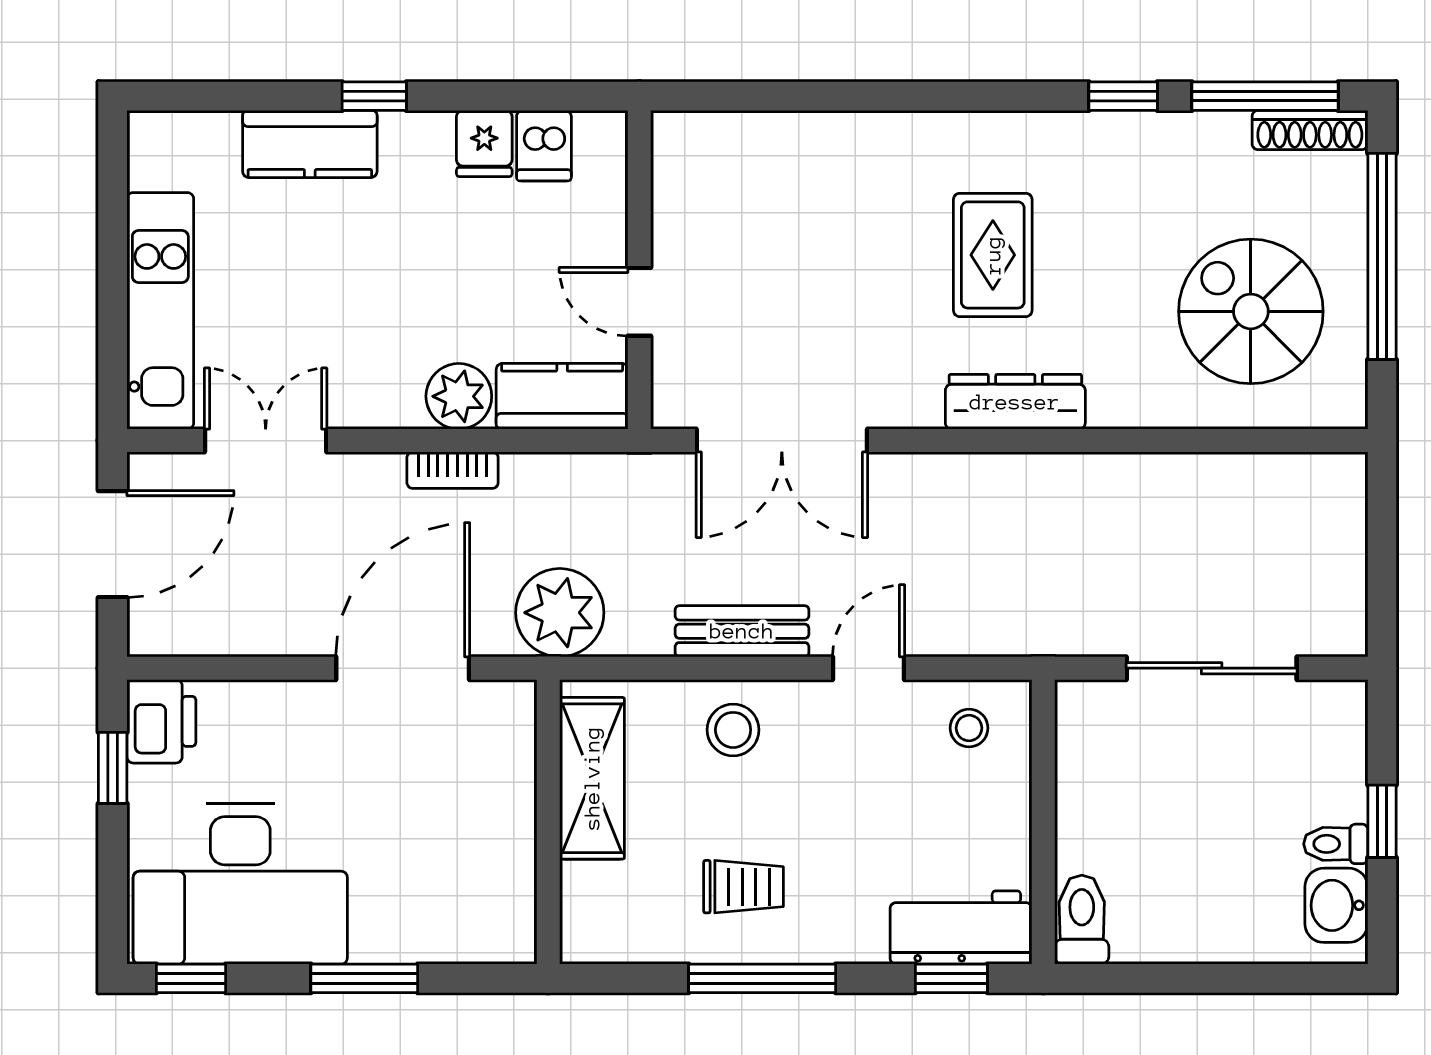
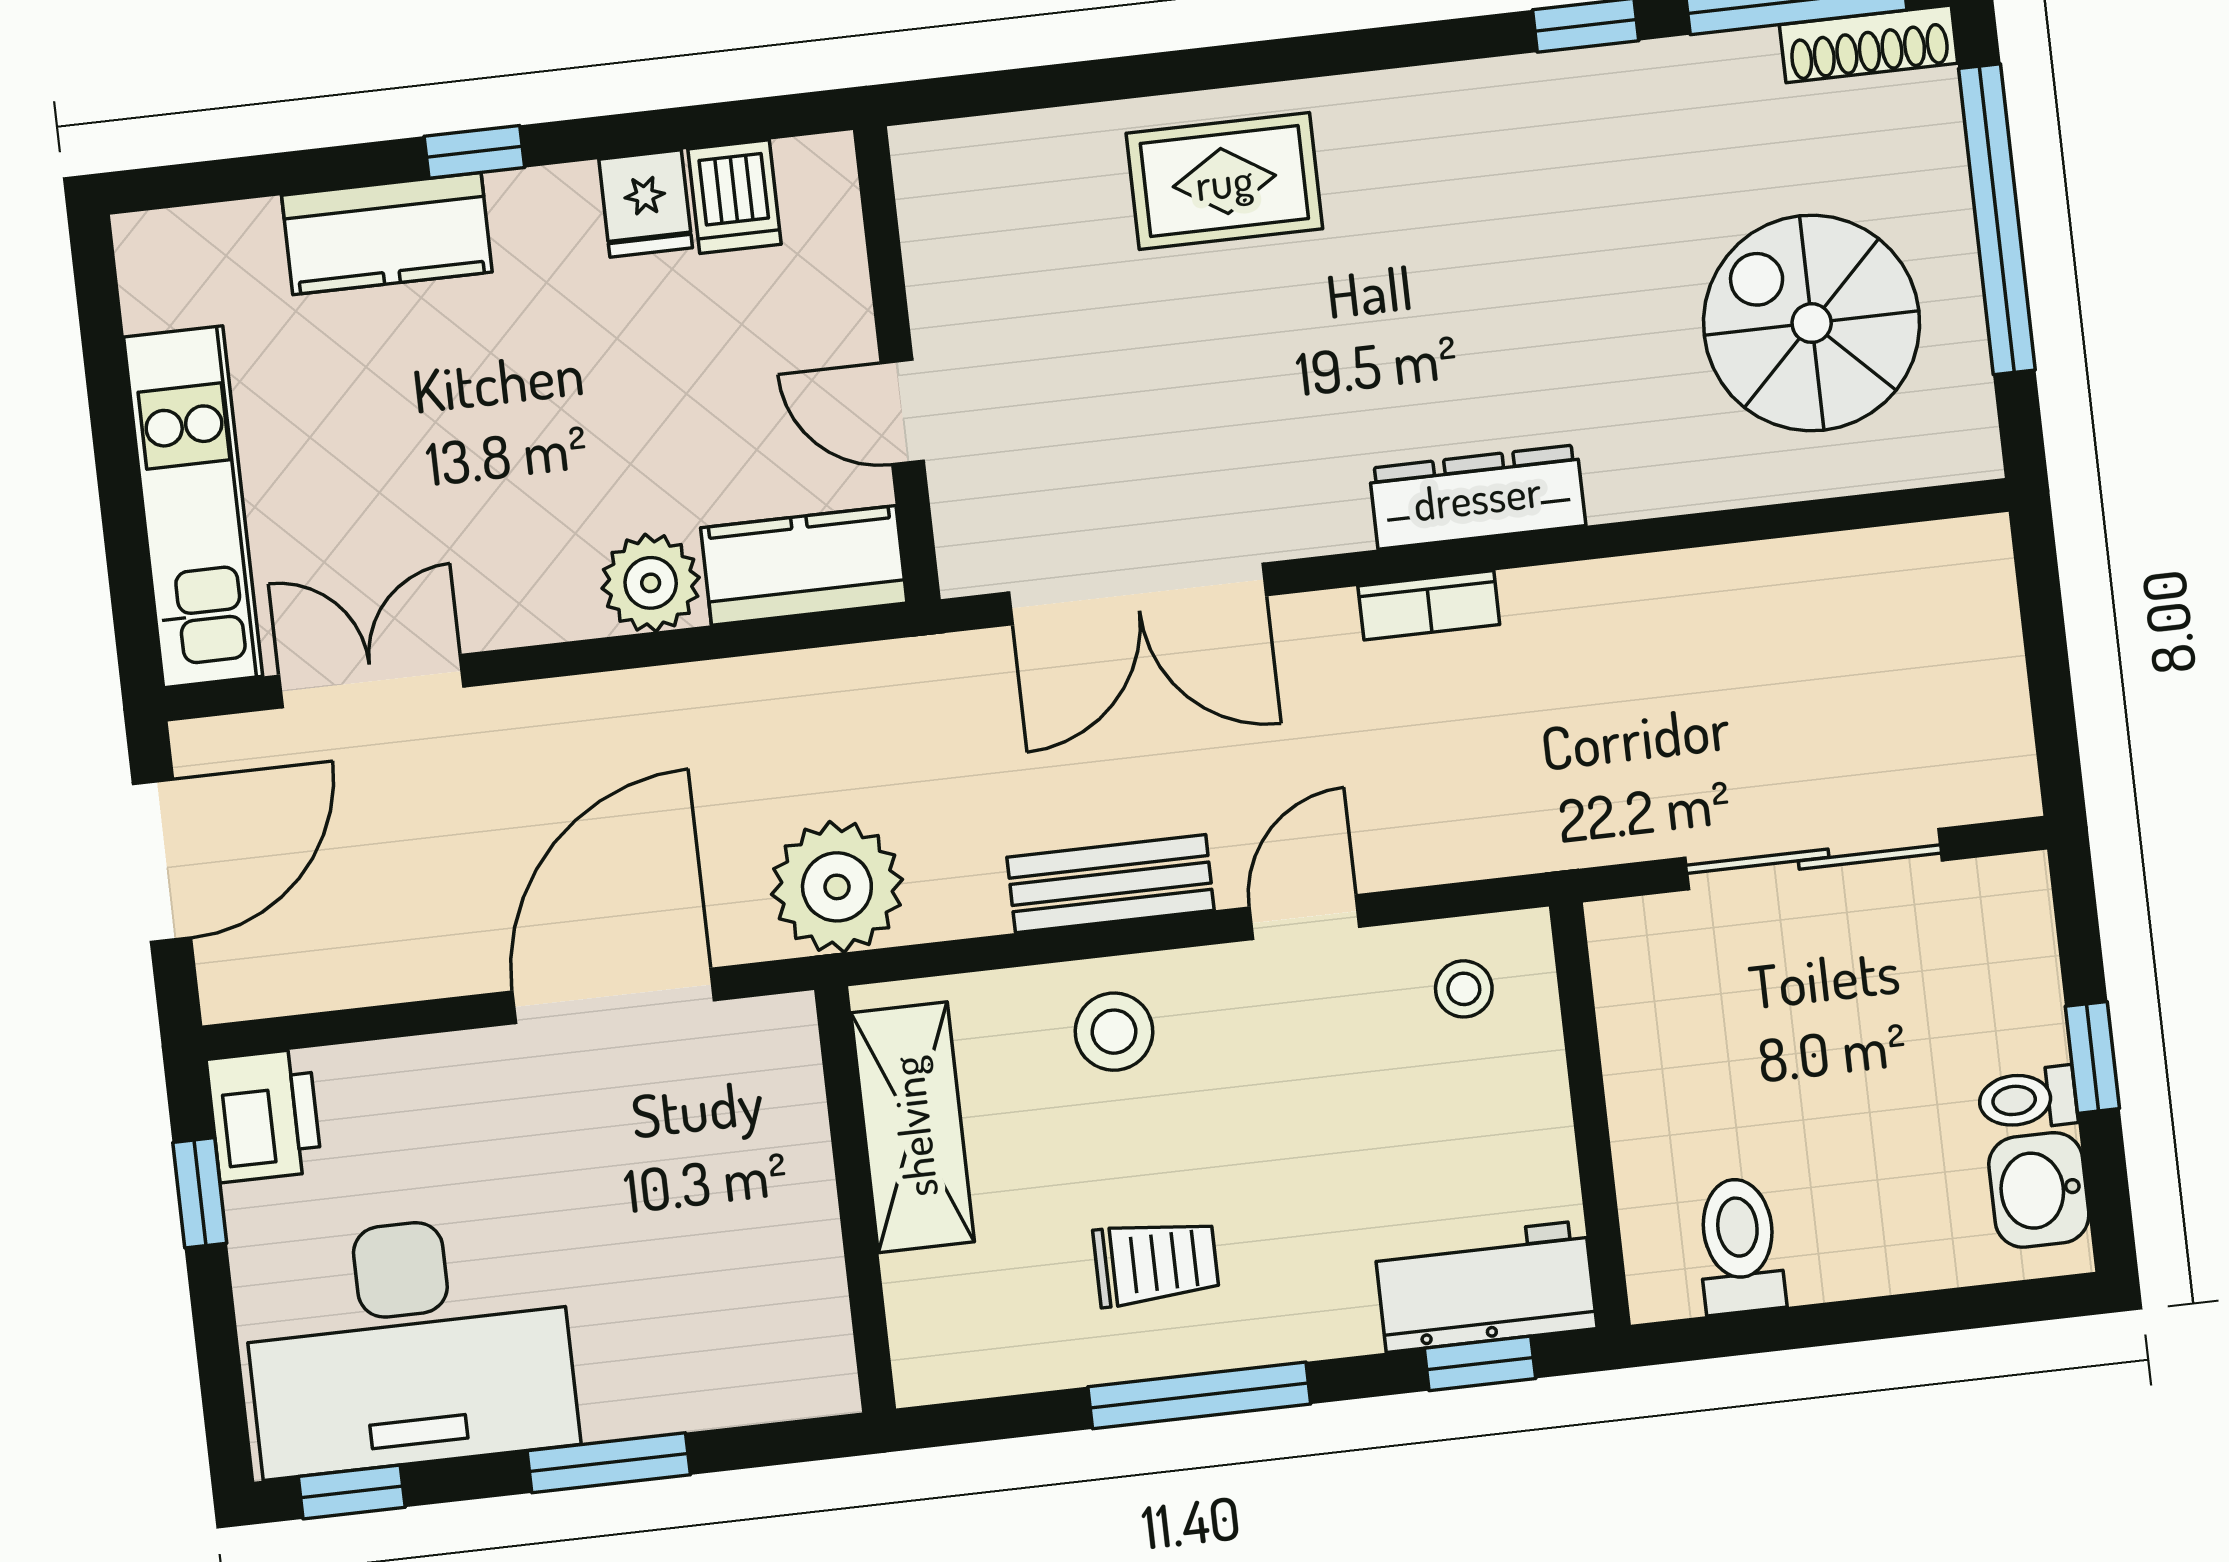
rug: (993, 255) -> (1224, 181), moved, turned 90
bookcase: (453, 470) -> (1429, 605), moved
toilet: (1082, 920) -> (1740, 1246), moved

